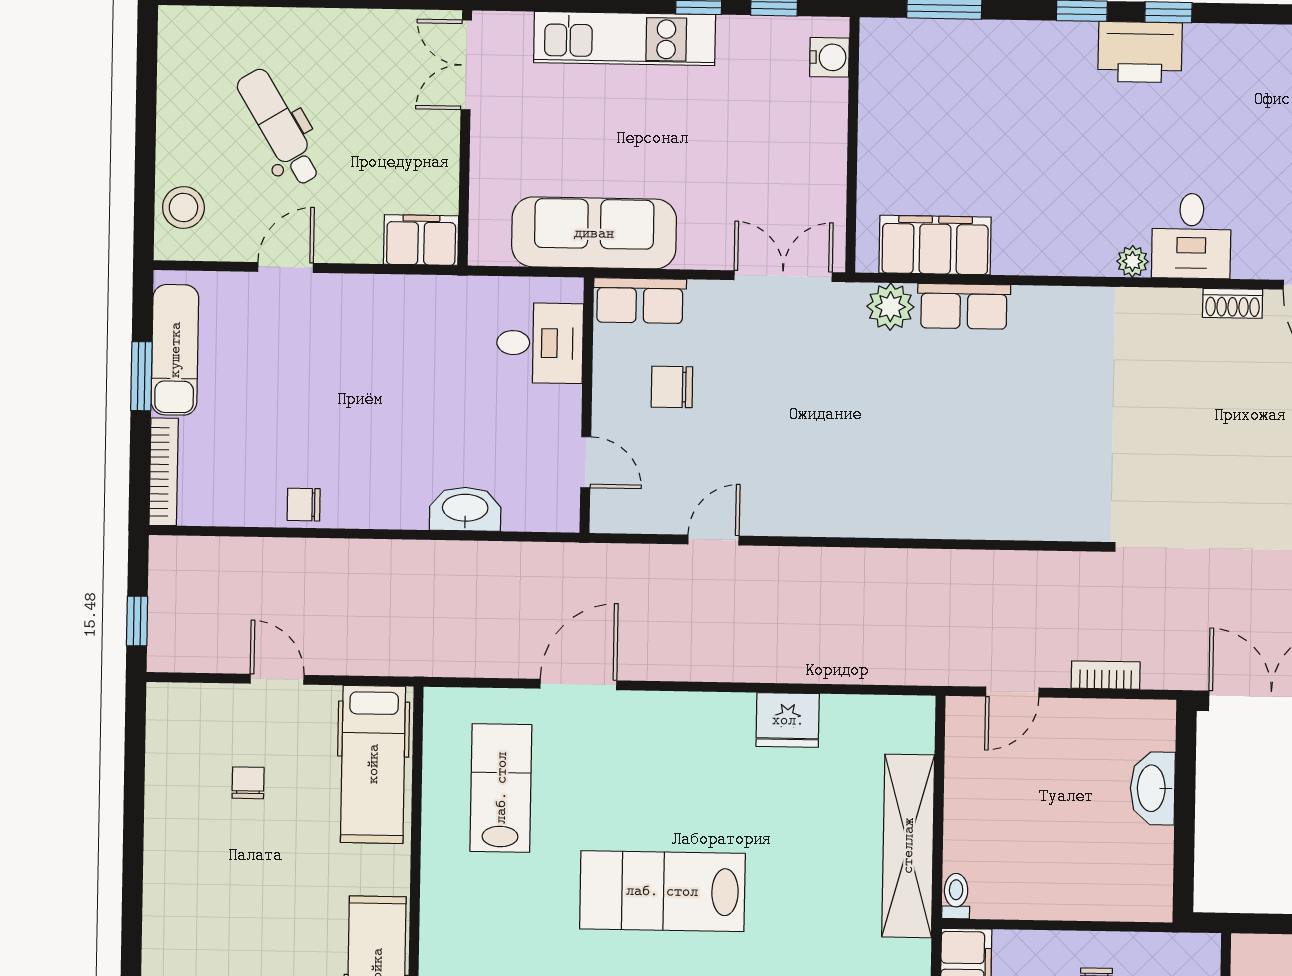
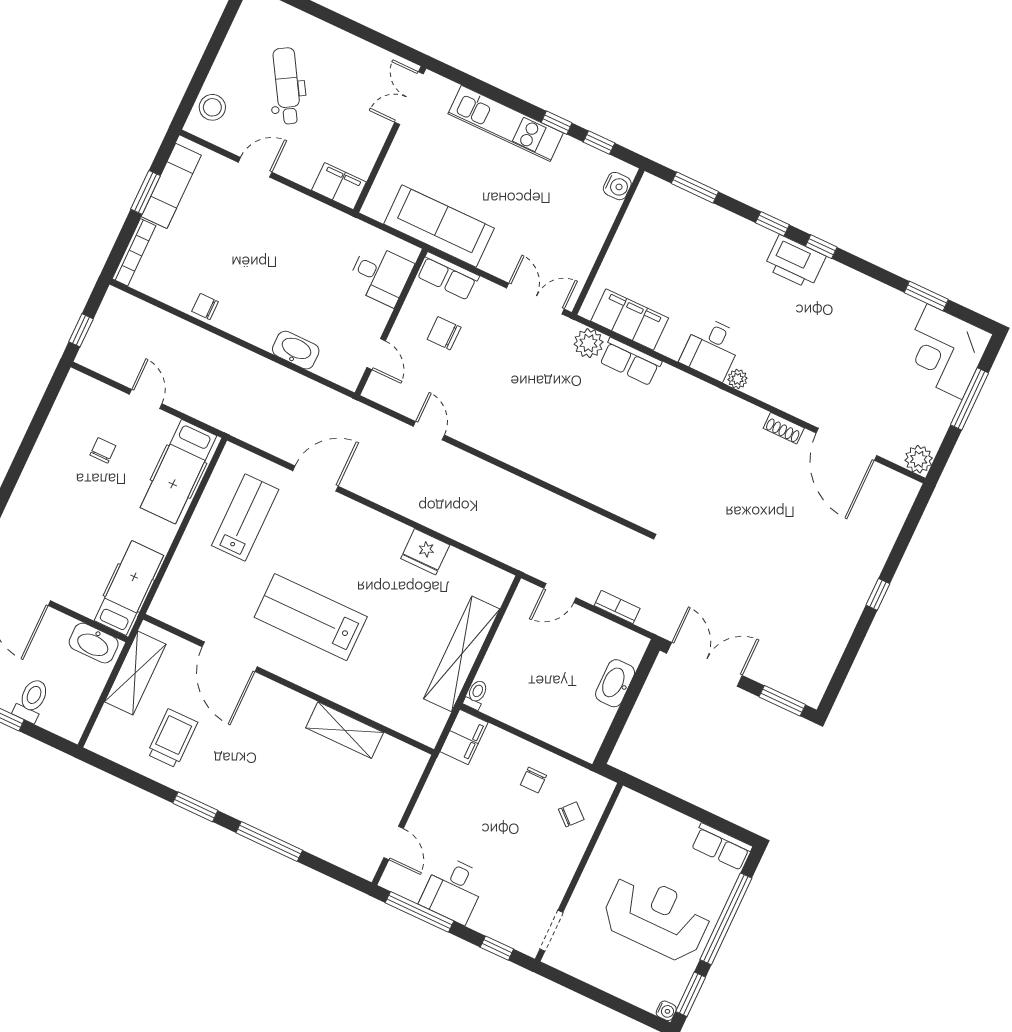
desk: (1191, 236) -> (712, 349), moved
door: (713, 540) -> (429, 431), hinge flipped

